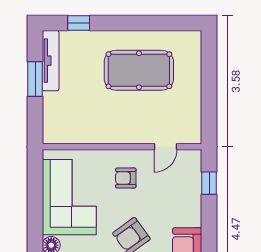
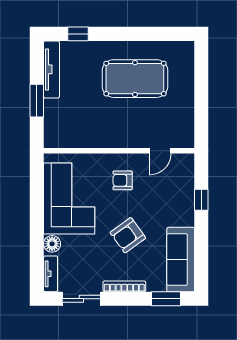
window: (35, 79) -> (37, 101), moved
window: (209, 183) -> (201, 200), moved

